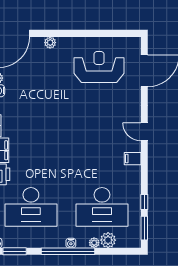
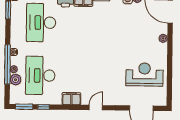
reception desk: (99, 67) -> (144, 75), turned -90
filing cabinet: (133, 159) -> (71, 99), width x2.00
window: (68, 251) -> (7, 64), moved

